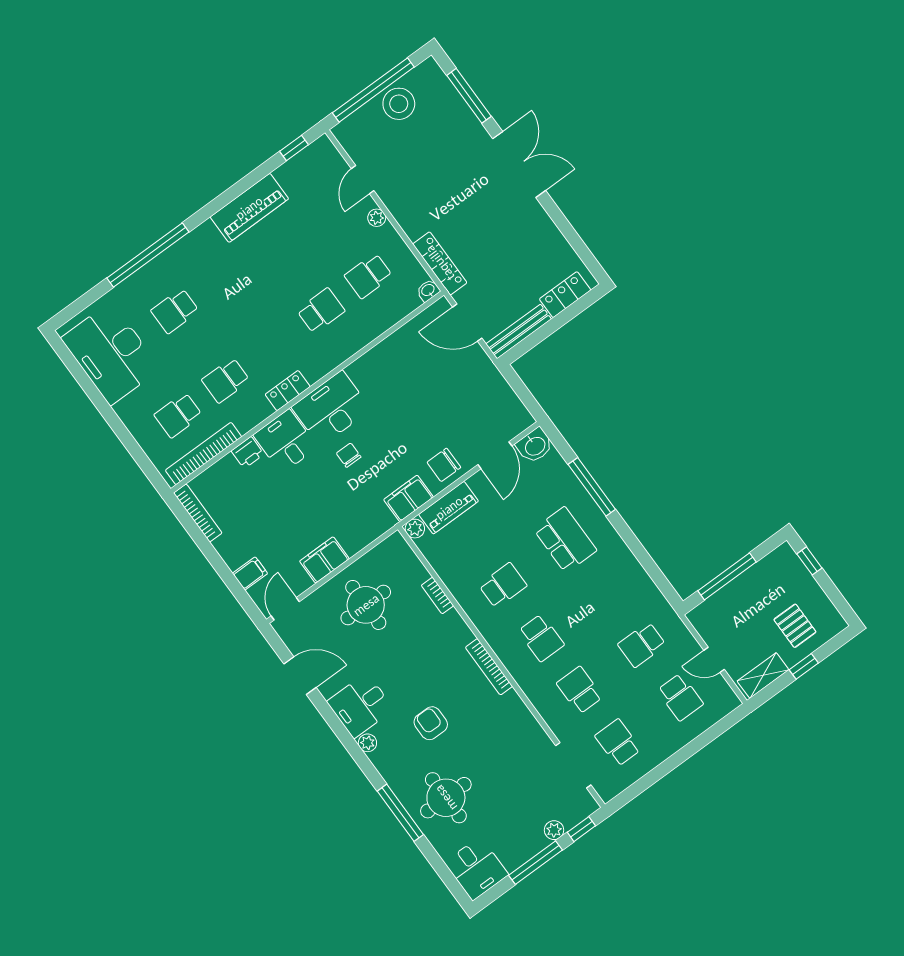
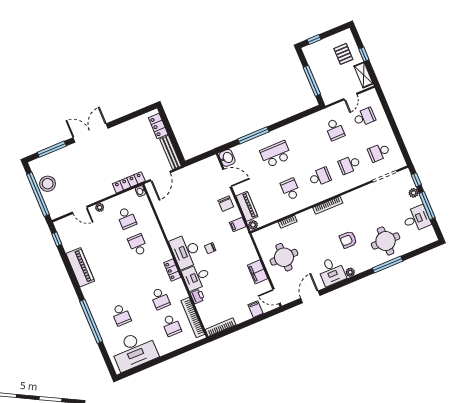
filing cabinet: (409, 498) -> (238, 224), width x0.50
pallet: (795, 626) -> (343, 54), turned 90
desk: (476, 869) -> (416, 219), moved

